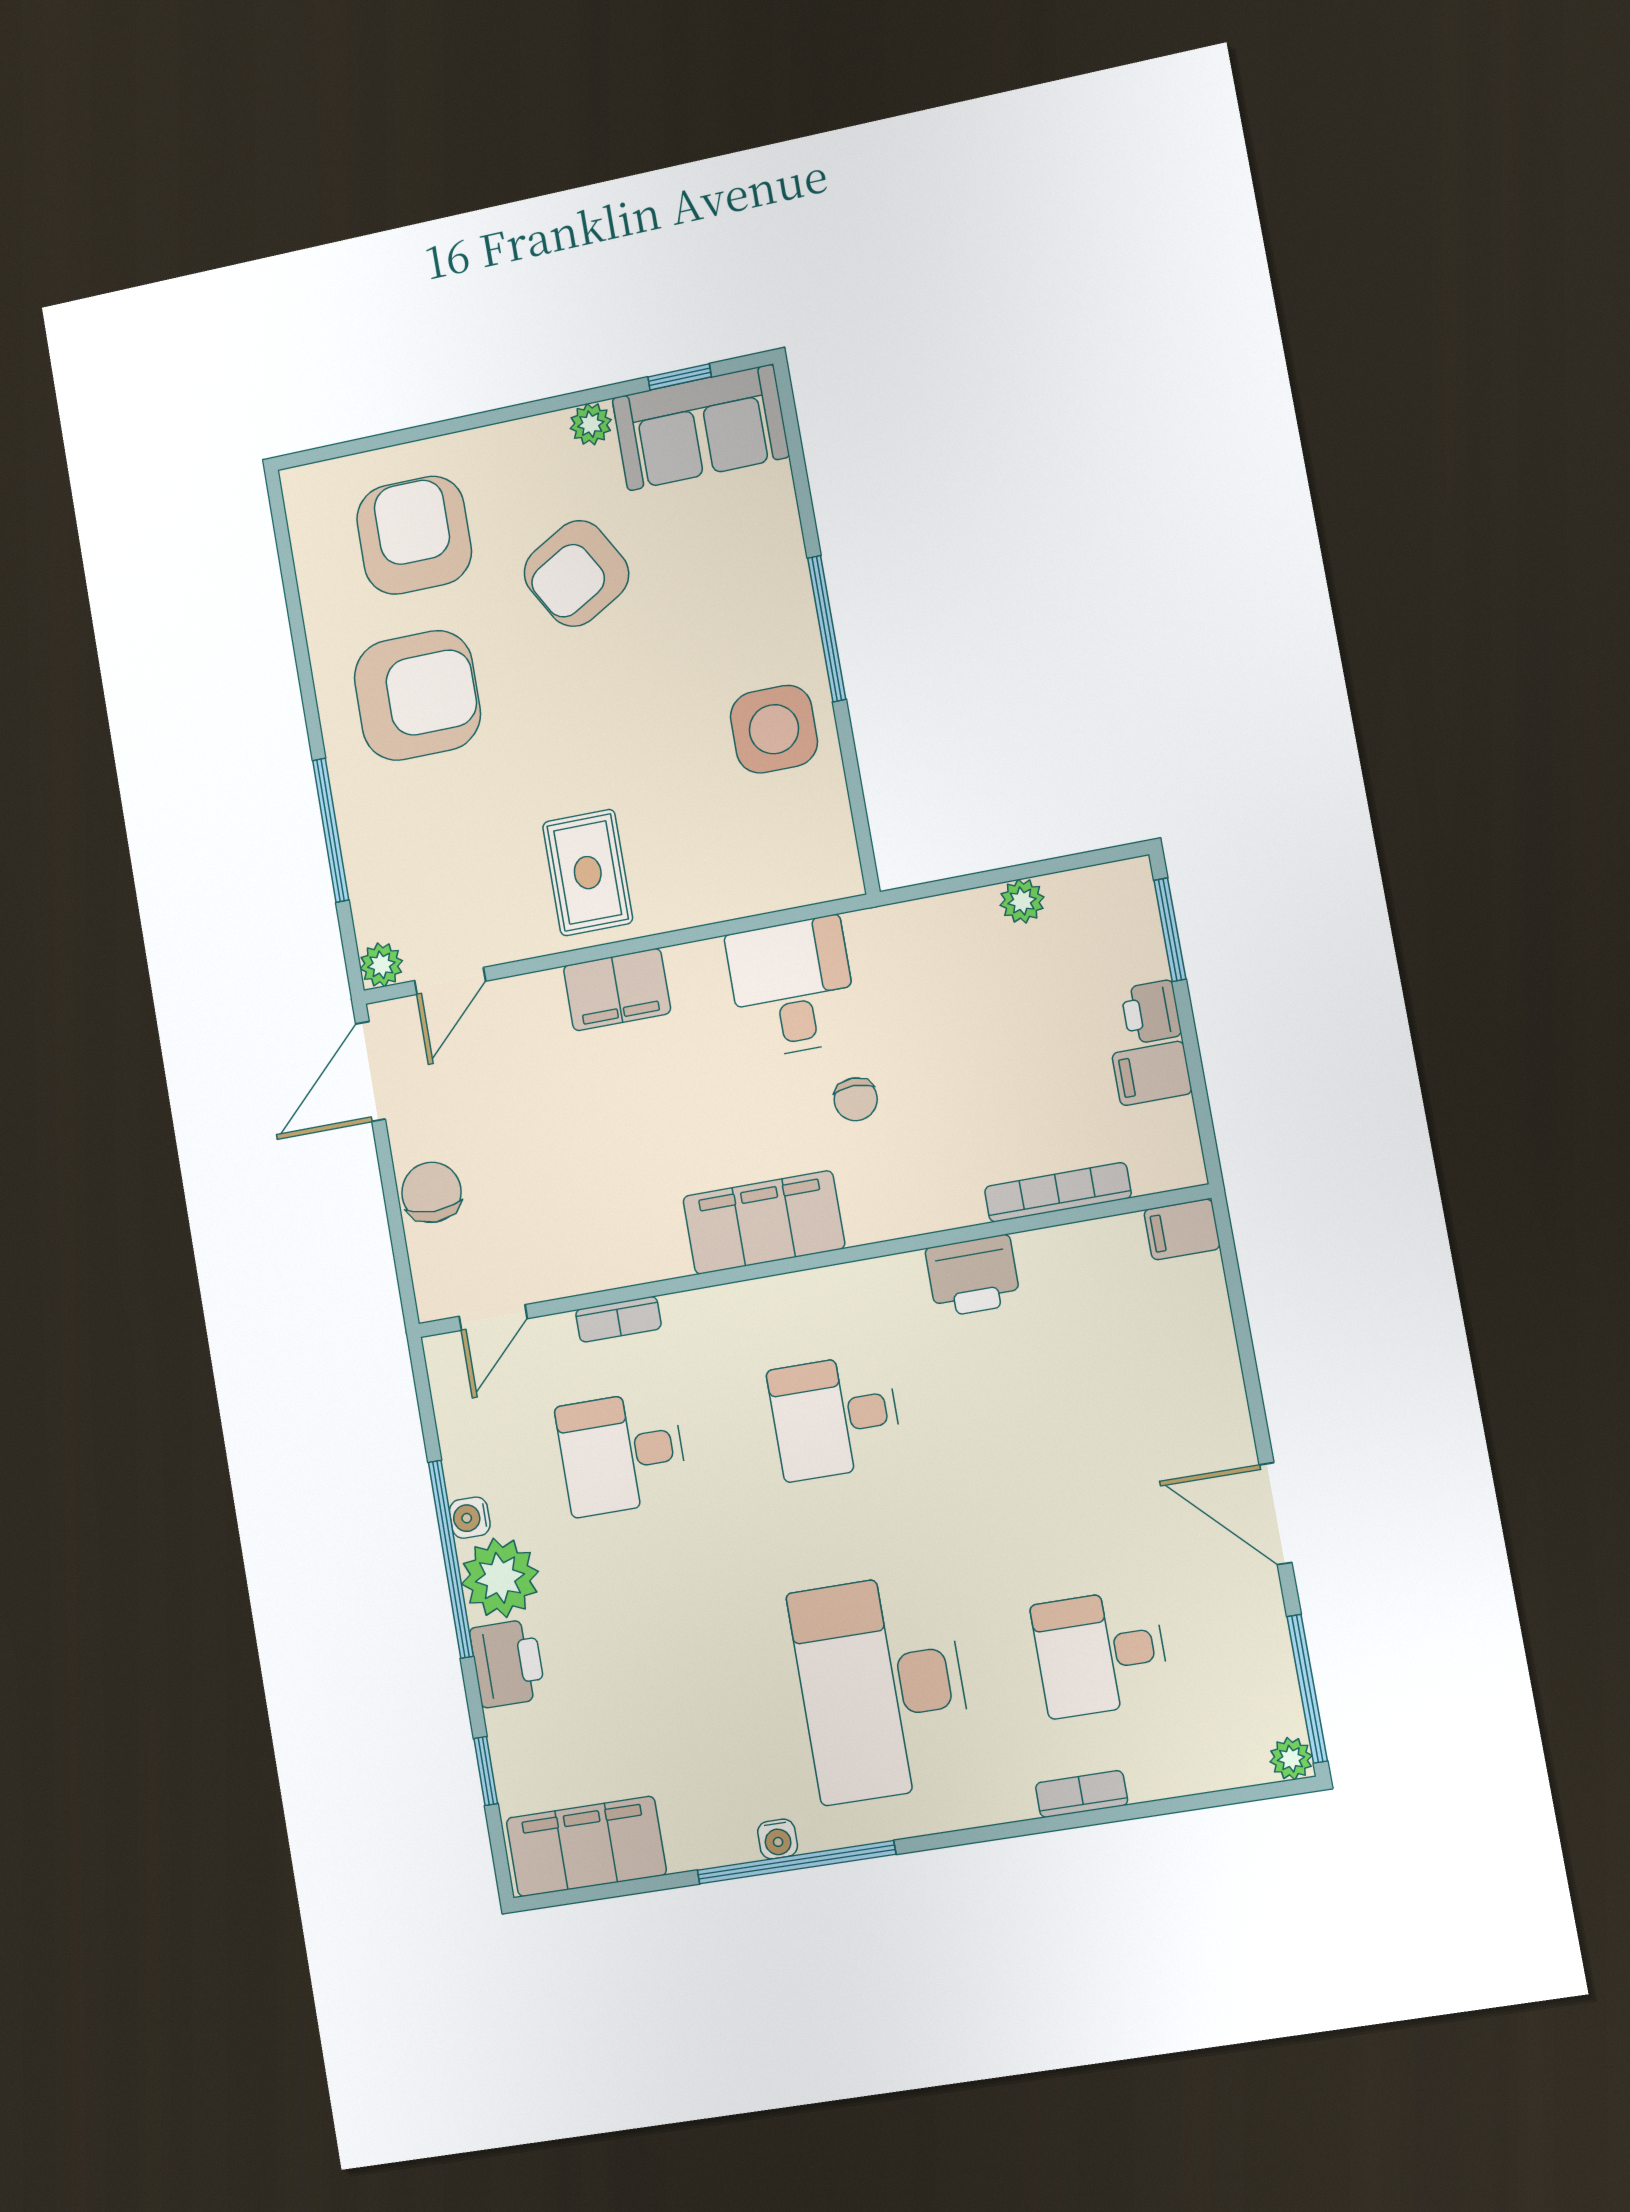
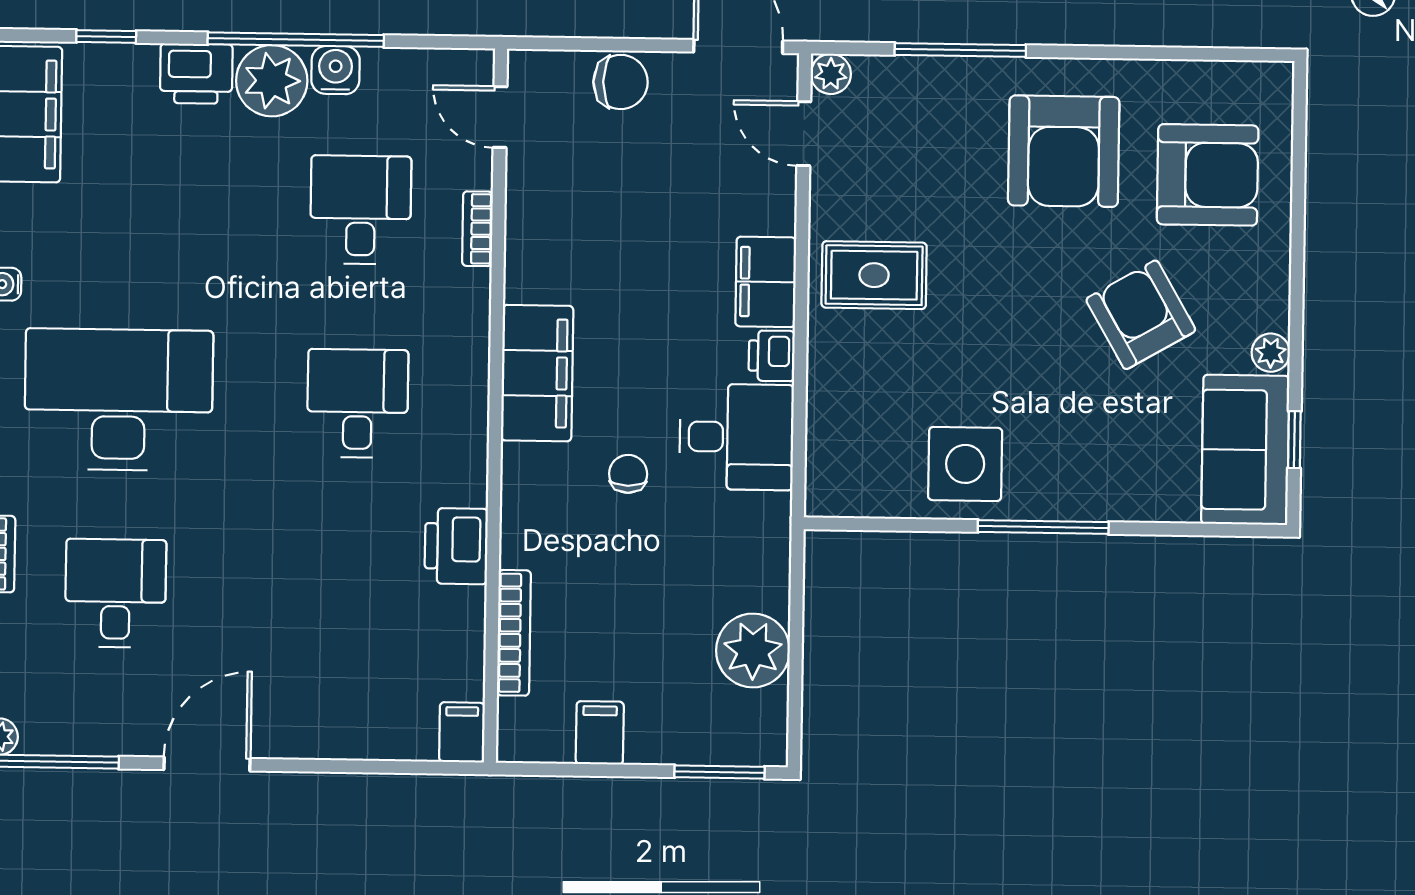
plant: (1022, 901) -> (753, 650), width x1.88, depth x1.88
printer: (1151, 1012) -> (772, 356), moved, turned -90
chair: (856, 1099) -> (628, 474), turned 90
water cooler: (470, 1518) -> (336, 70), width x1.38, depth x1.38

